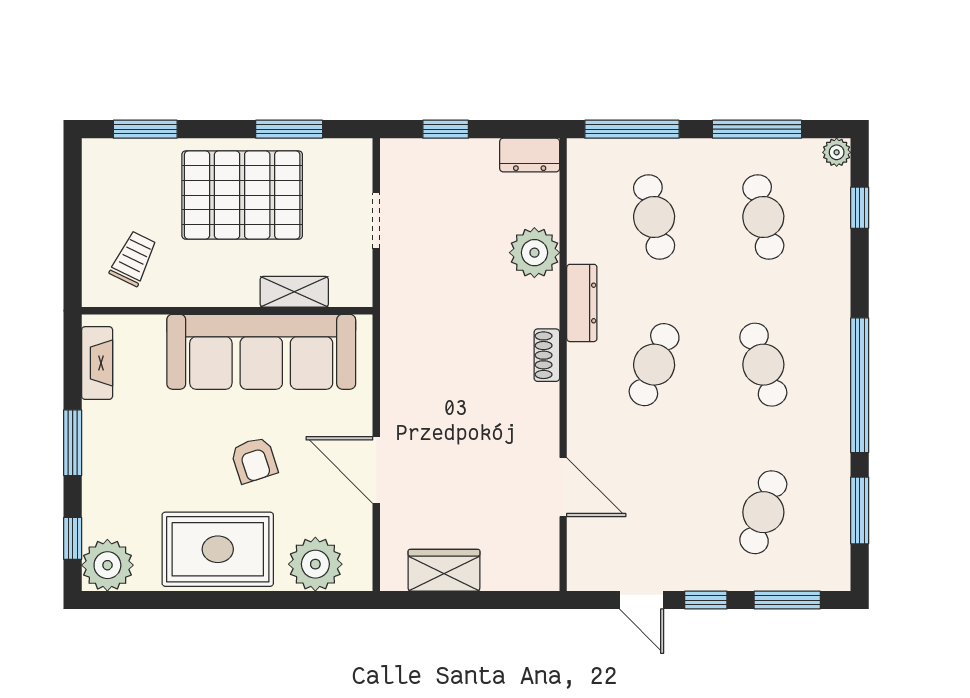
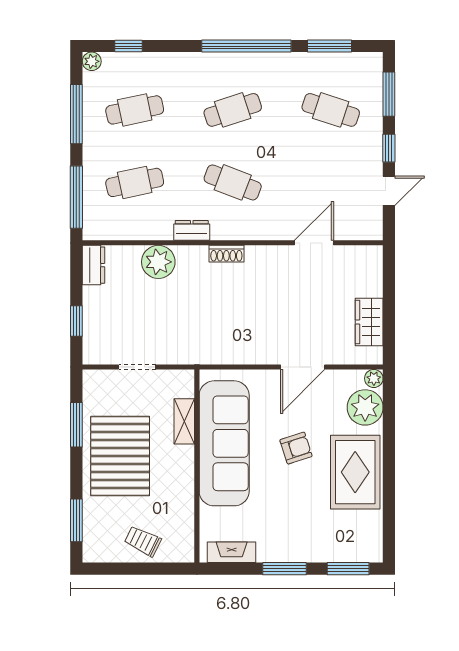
trolley: (133, 259) -> (143, 541), moved
dresser: (582, 303) -> (192, 230), width x0.70
window: (73, 538) -> (348, 569), width x1.50
plant: (107, 565) -> (374, 378), moved, width x0.53, depth x0.53

